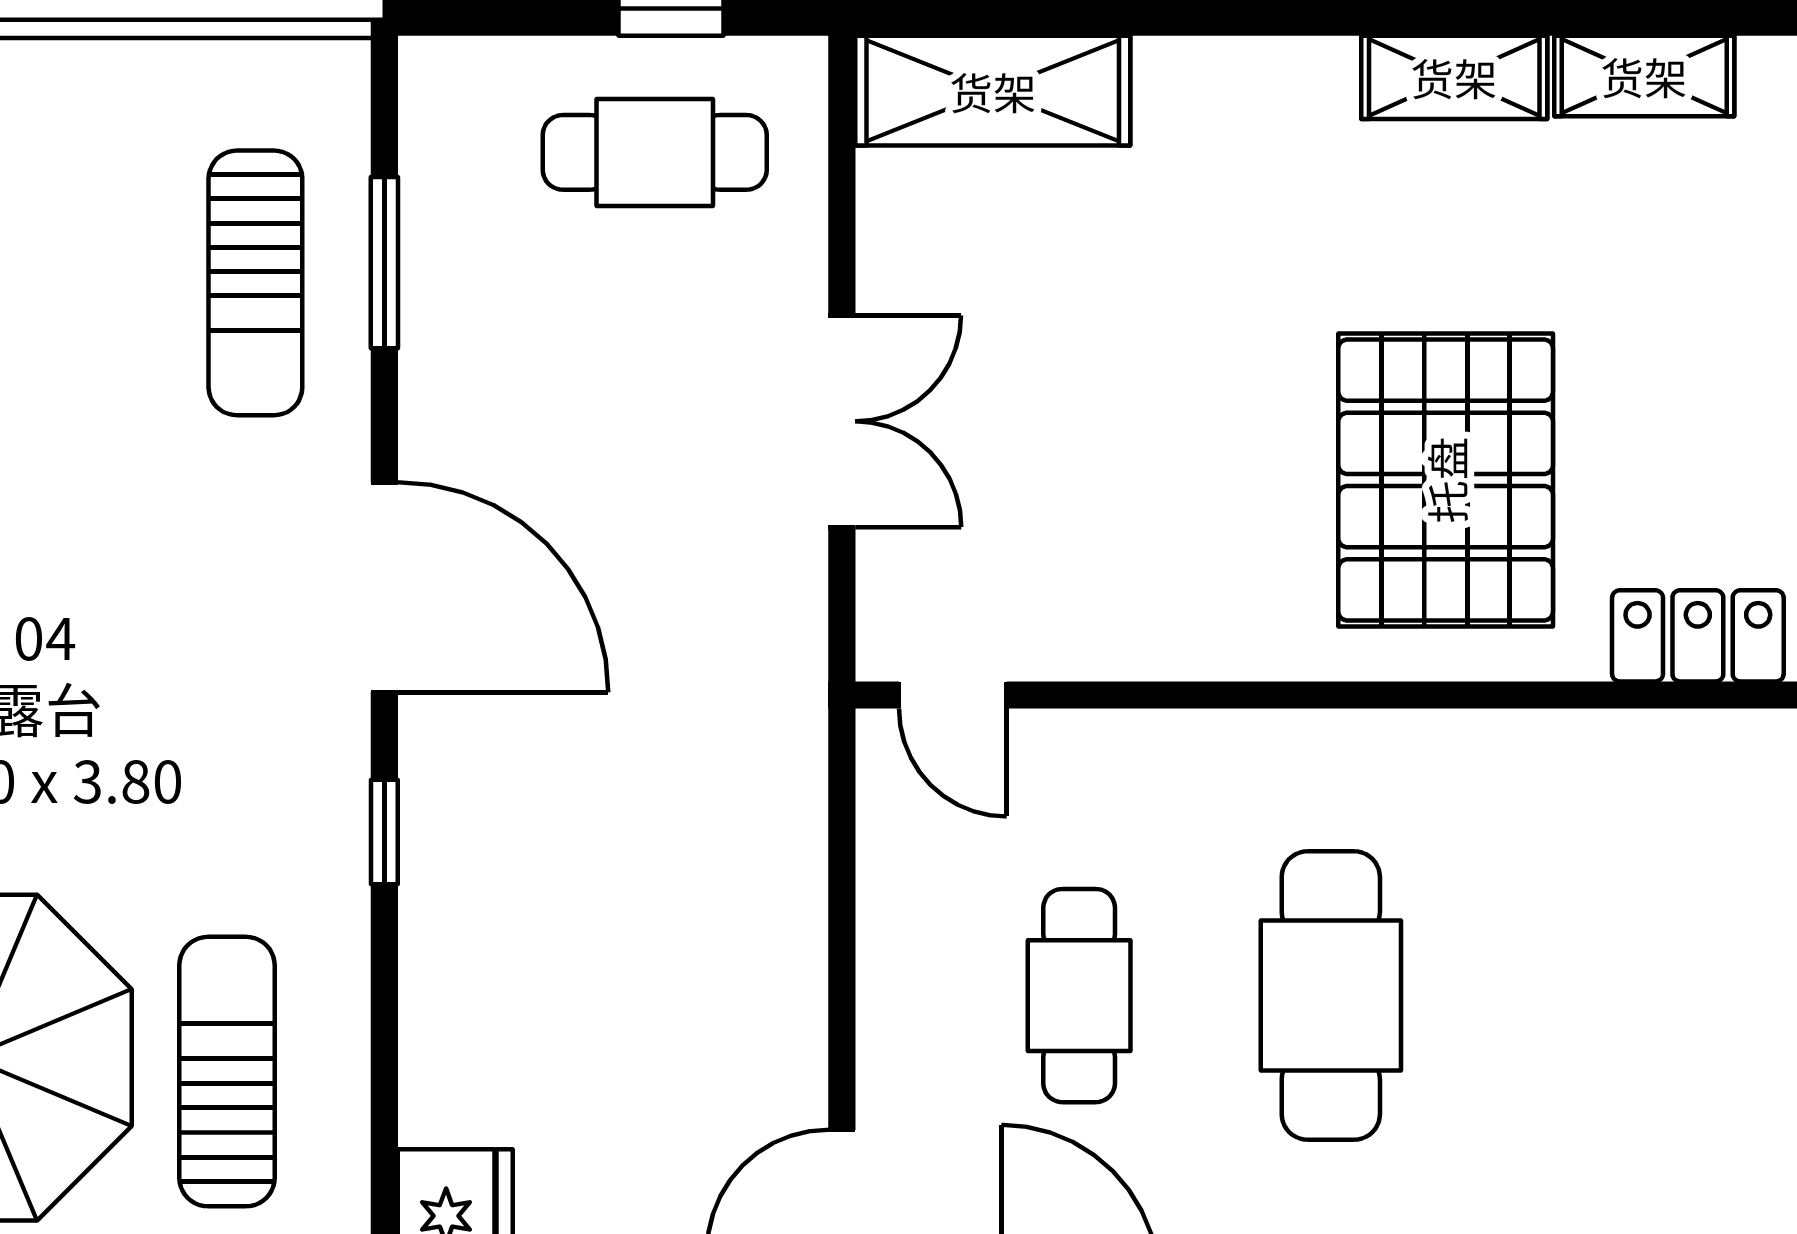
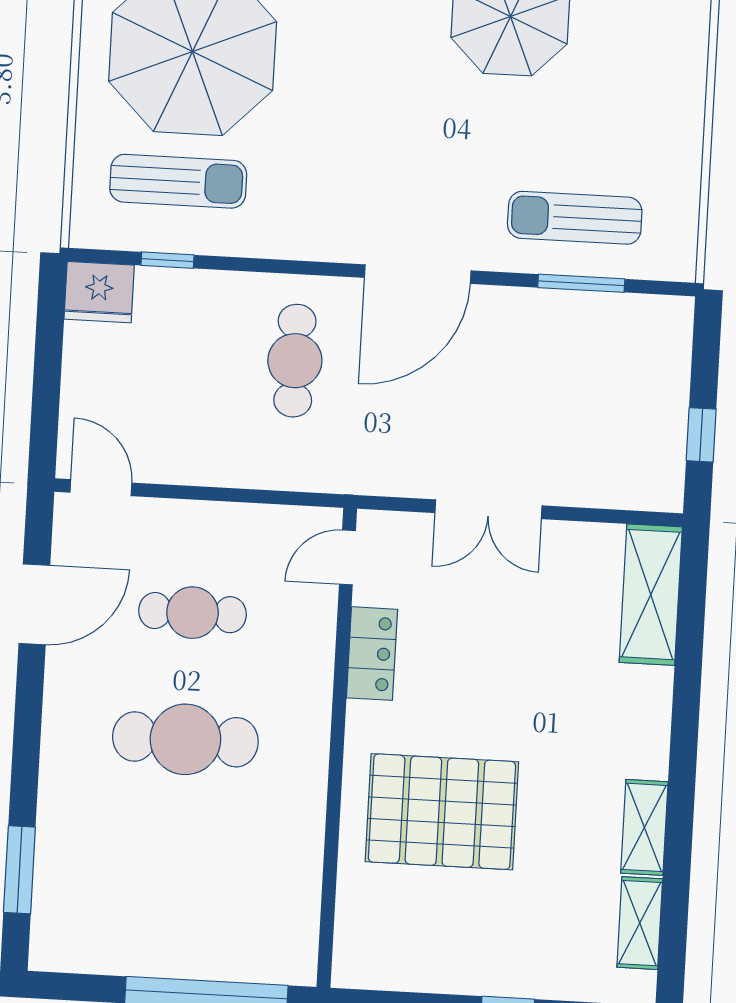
cafe table: (655, 152) -> (295, 361), moved
locker: (1698, 636) -> (372, 654), moved
window: (384, 832) -> (167, 260), moved

